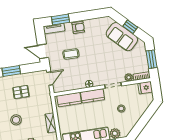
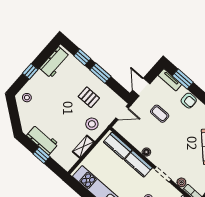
stool: (16, 120) -> (92, 124), moved

